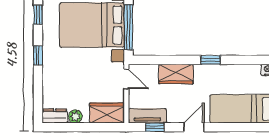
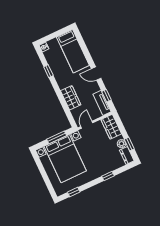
window: (128, 27) -> (57, 137), width x0.69
window: (38, 55) -> (108, 176), moved
window: (211, 60) -> (48, 71), moved
window: (70, 127) -> (129, 144), added

